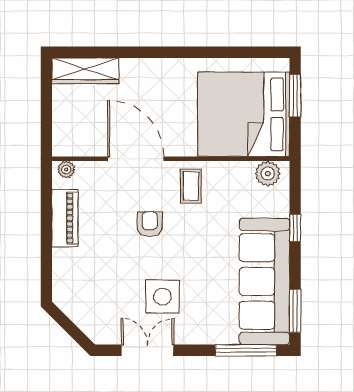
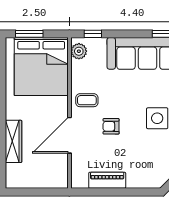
wardrobe: (85, 71) -> (13, 141), moved
plant: (66, 170) -> (76, 179), removed
window: (295, 228) -> (93, 34), moved

